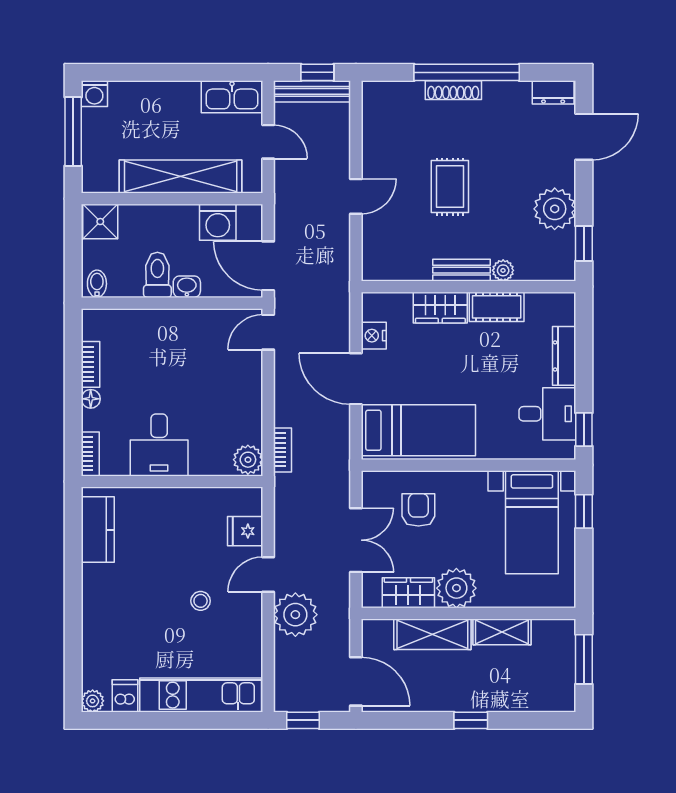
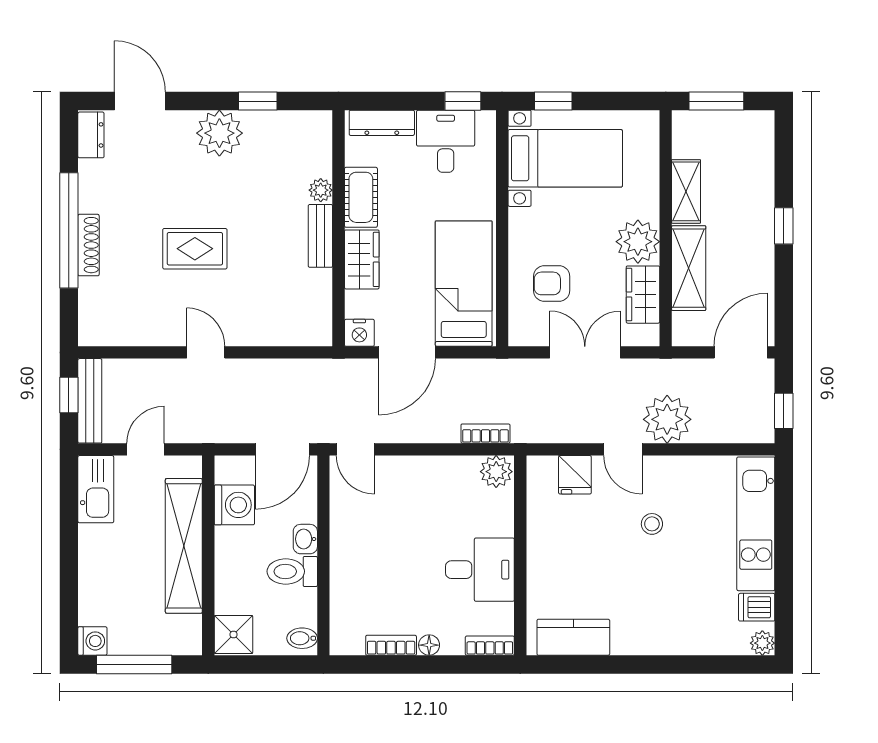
bench: (462, 270) -> (320, 236), moved
plant: (503, 270) -> (321, 190), moved
wall: (469, 287) -> (339, 228), moved
cot: (497, 307) -> (361, 197), moved
wardrobe: (440, 308) -> (362, 259), moved

